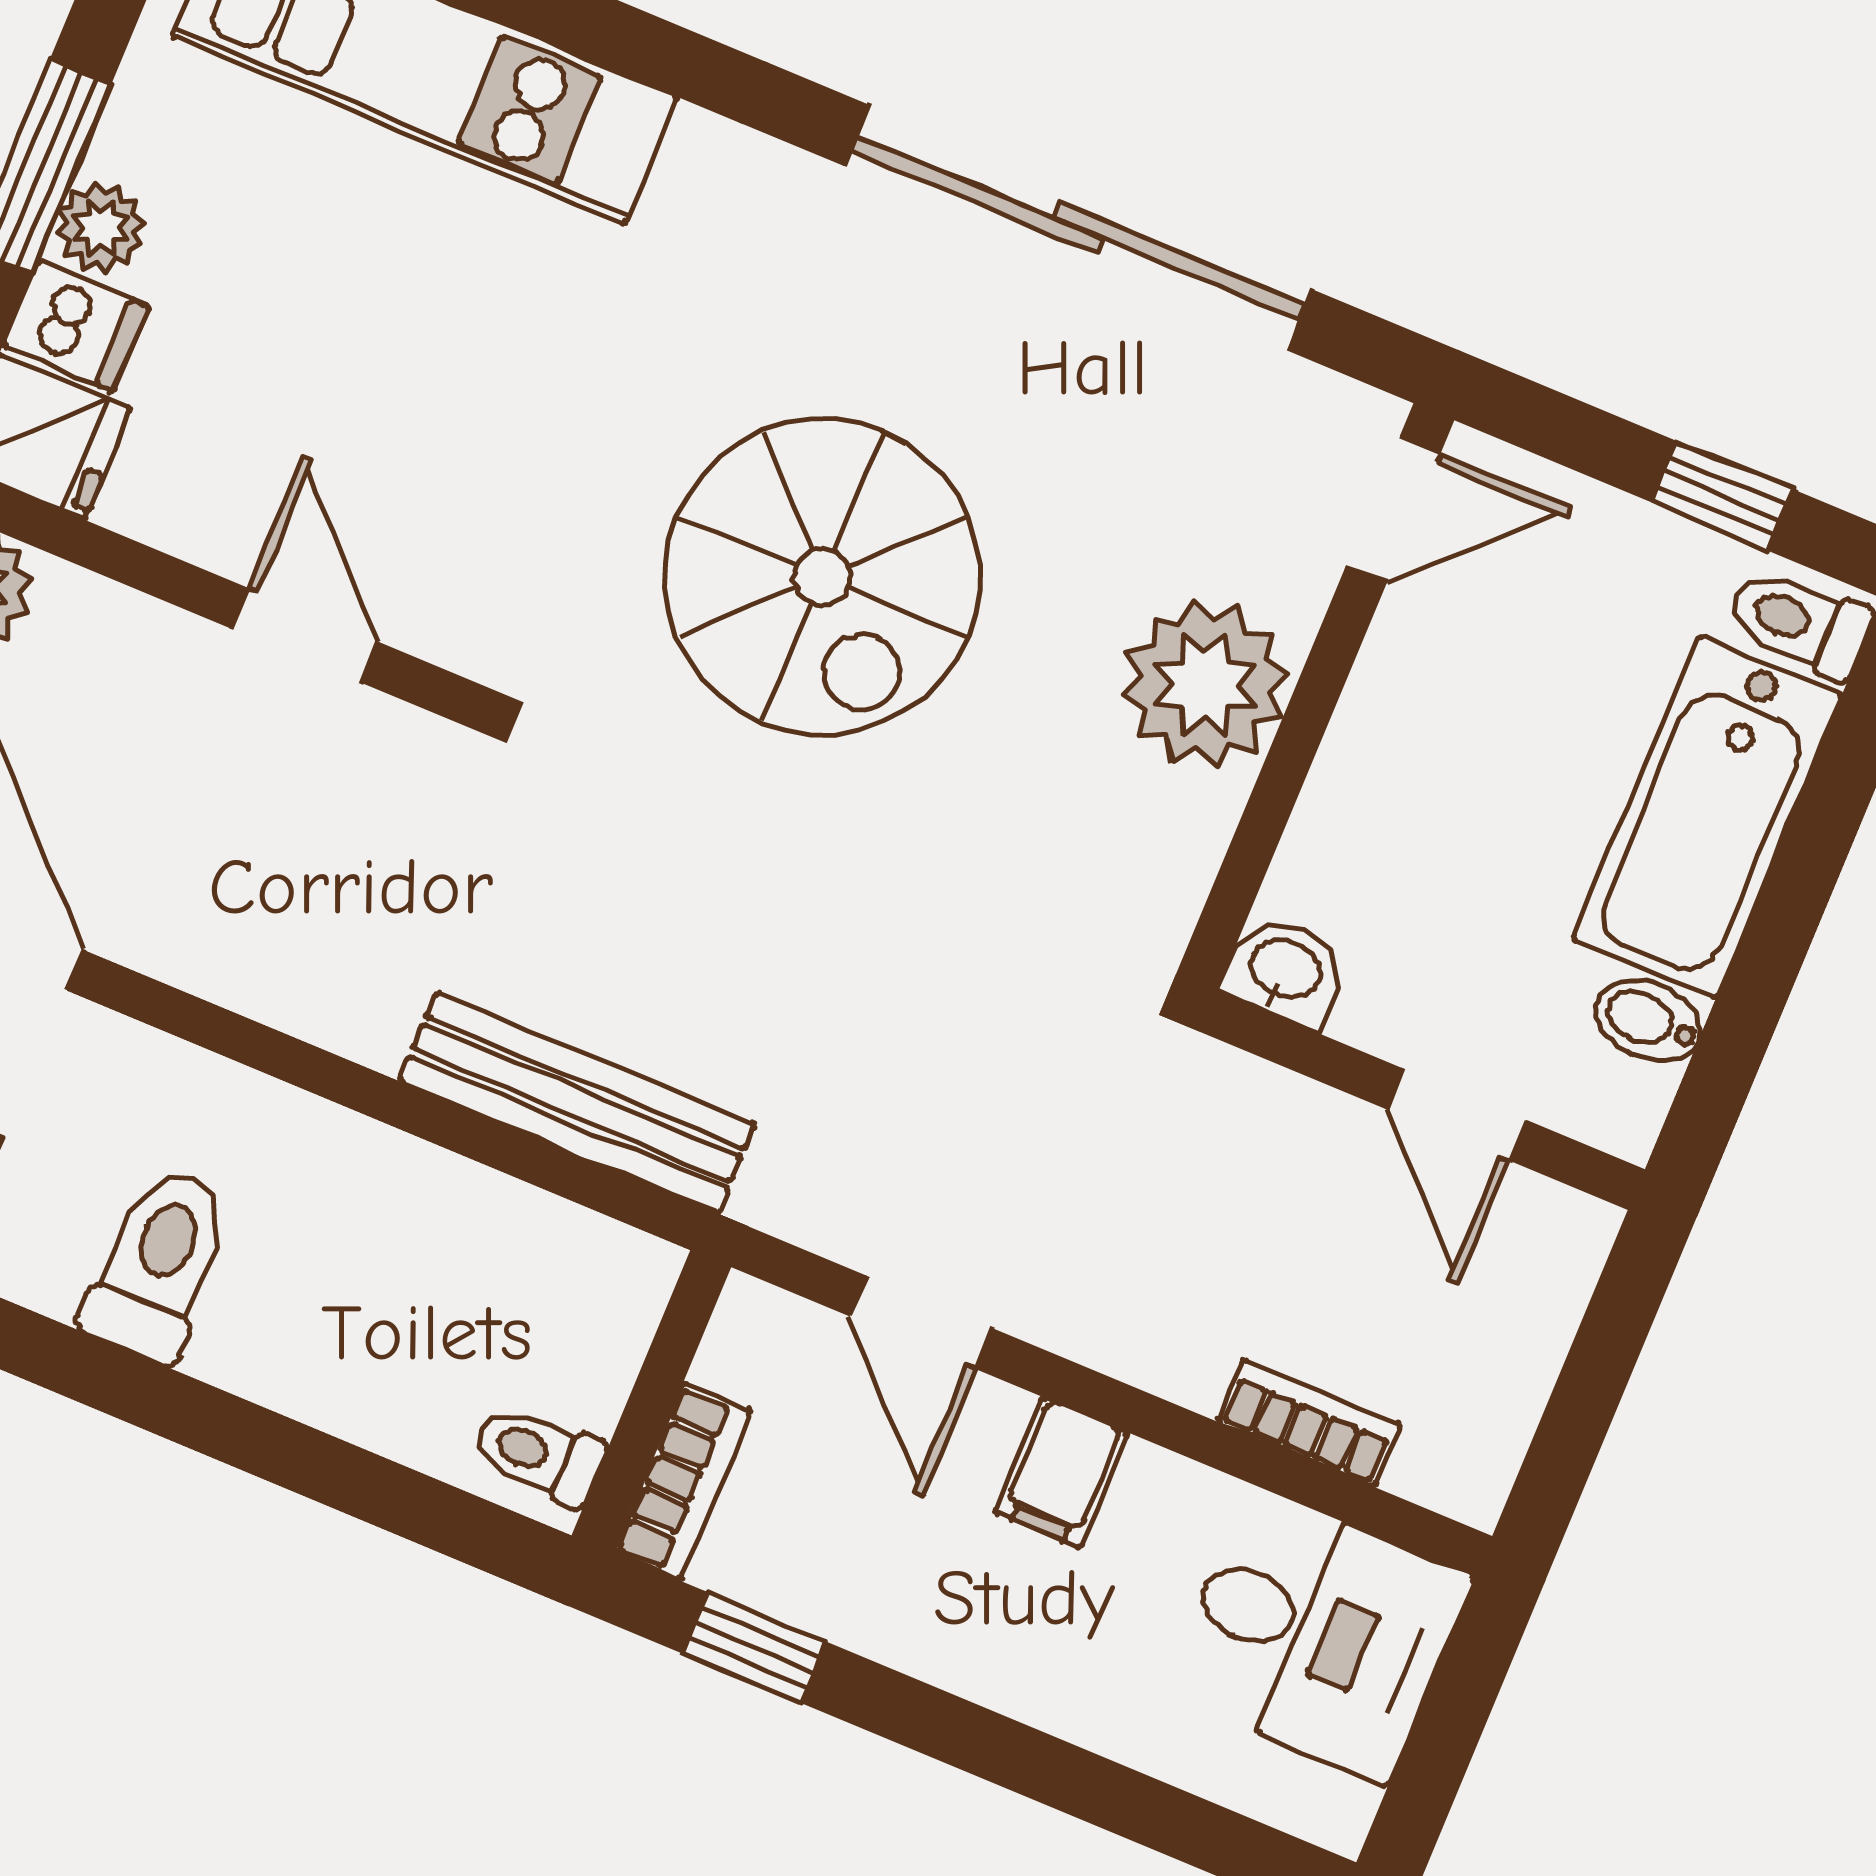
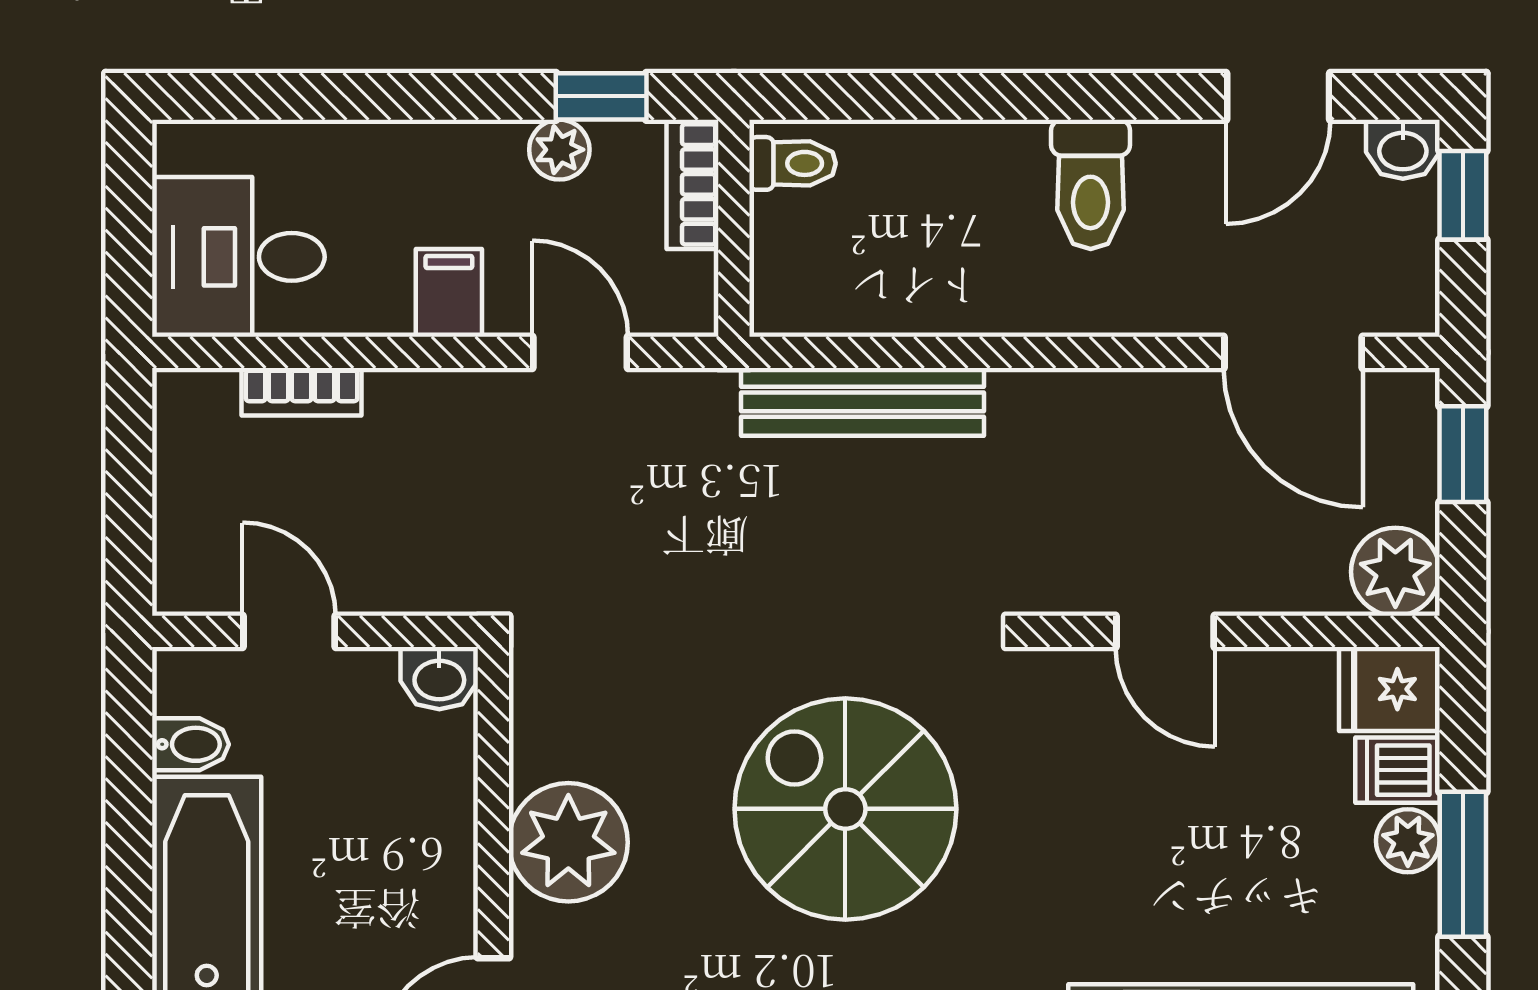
plant: (838, 1600) -> (559, 150), added

